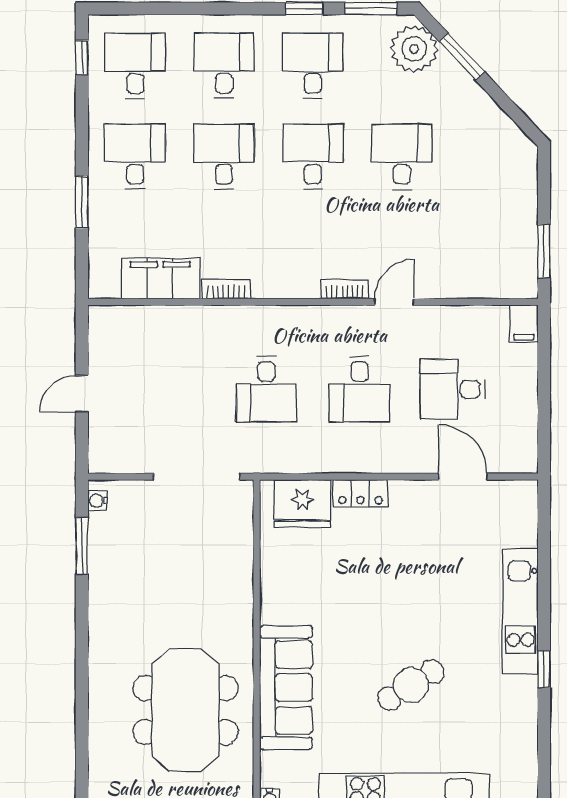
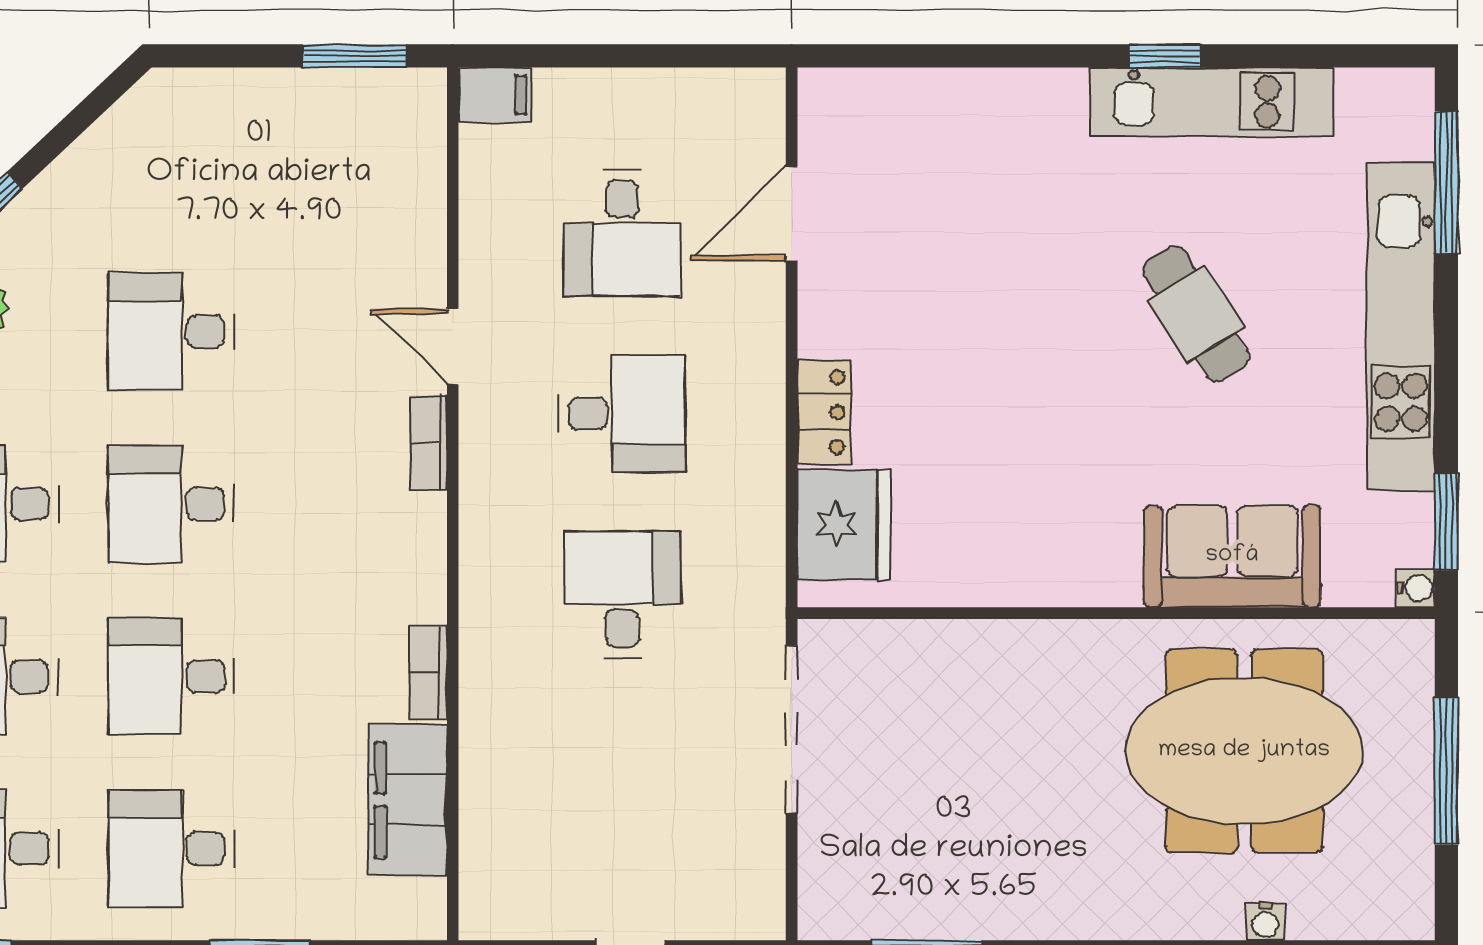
desk: (266, 389) -> (622, 594), turned -90
water cooler: (97, 501) -> (1265, 922), moved
kitchen unit: (520, 611) -> (1212, 102), moved
sofa: (286, 688) -> (1232, 556), width x0.73

